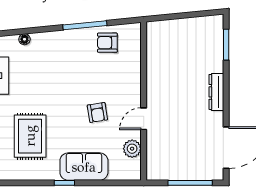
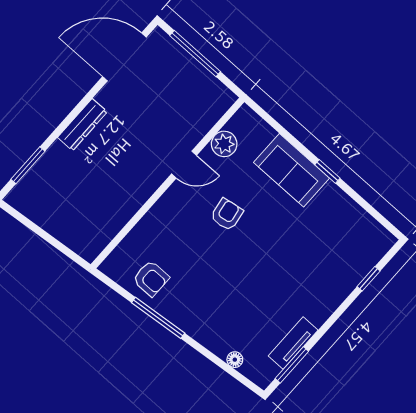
rug: (30, 136) -> (320, 253), removed

